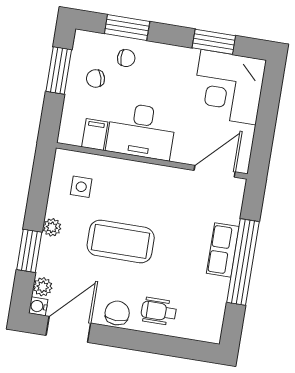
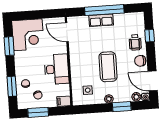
filing cabinet: (95, 134) -> (64, 101), moved
window: (166, 345) -> (150, 36), added

